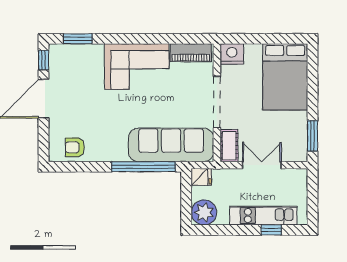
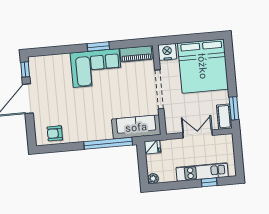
window: (78, 39) -> (98, 47), moved
bed: (285, 77) -> (203, 66), width x1.36
sofa: (171, 145) -> (136, 127), width x0.74, depth x0.79
cot: (229, 146) -> (224, 117), moved
plant: (204, 212) -> (153, 179), width x0.53, depth x0.53

